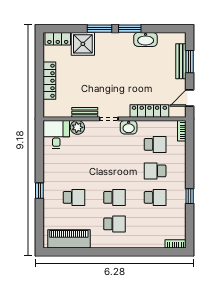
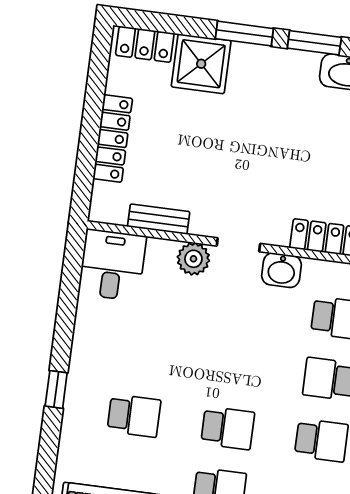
bench: (85, 112) -> (159, 219), moved
plant: (77, 127) -> (193, 259), moved

